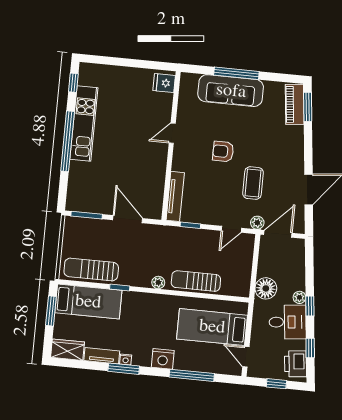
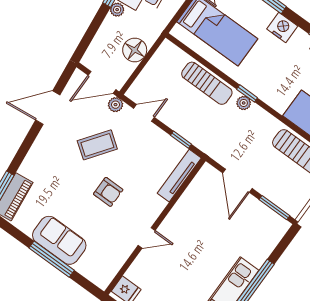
sofa: (231, 91) -> (59, 240), width x0.73
coffee table: (253, 183) -> (97, 145), turned 36
window: (120, 288) -> (247, 93), moved
floor lamp: (266, 288) -> (135, 50), moved

